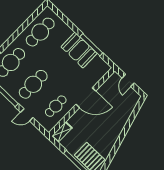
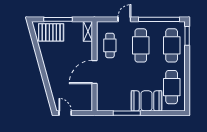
booth: (79, 50) -> (147, 101), moved
door: (128, 80) -> (65, 113), moved

